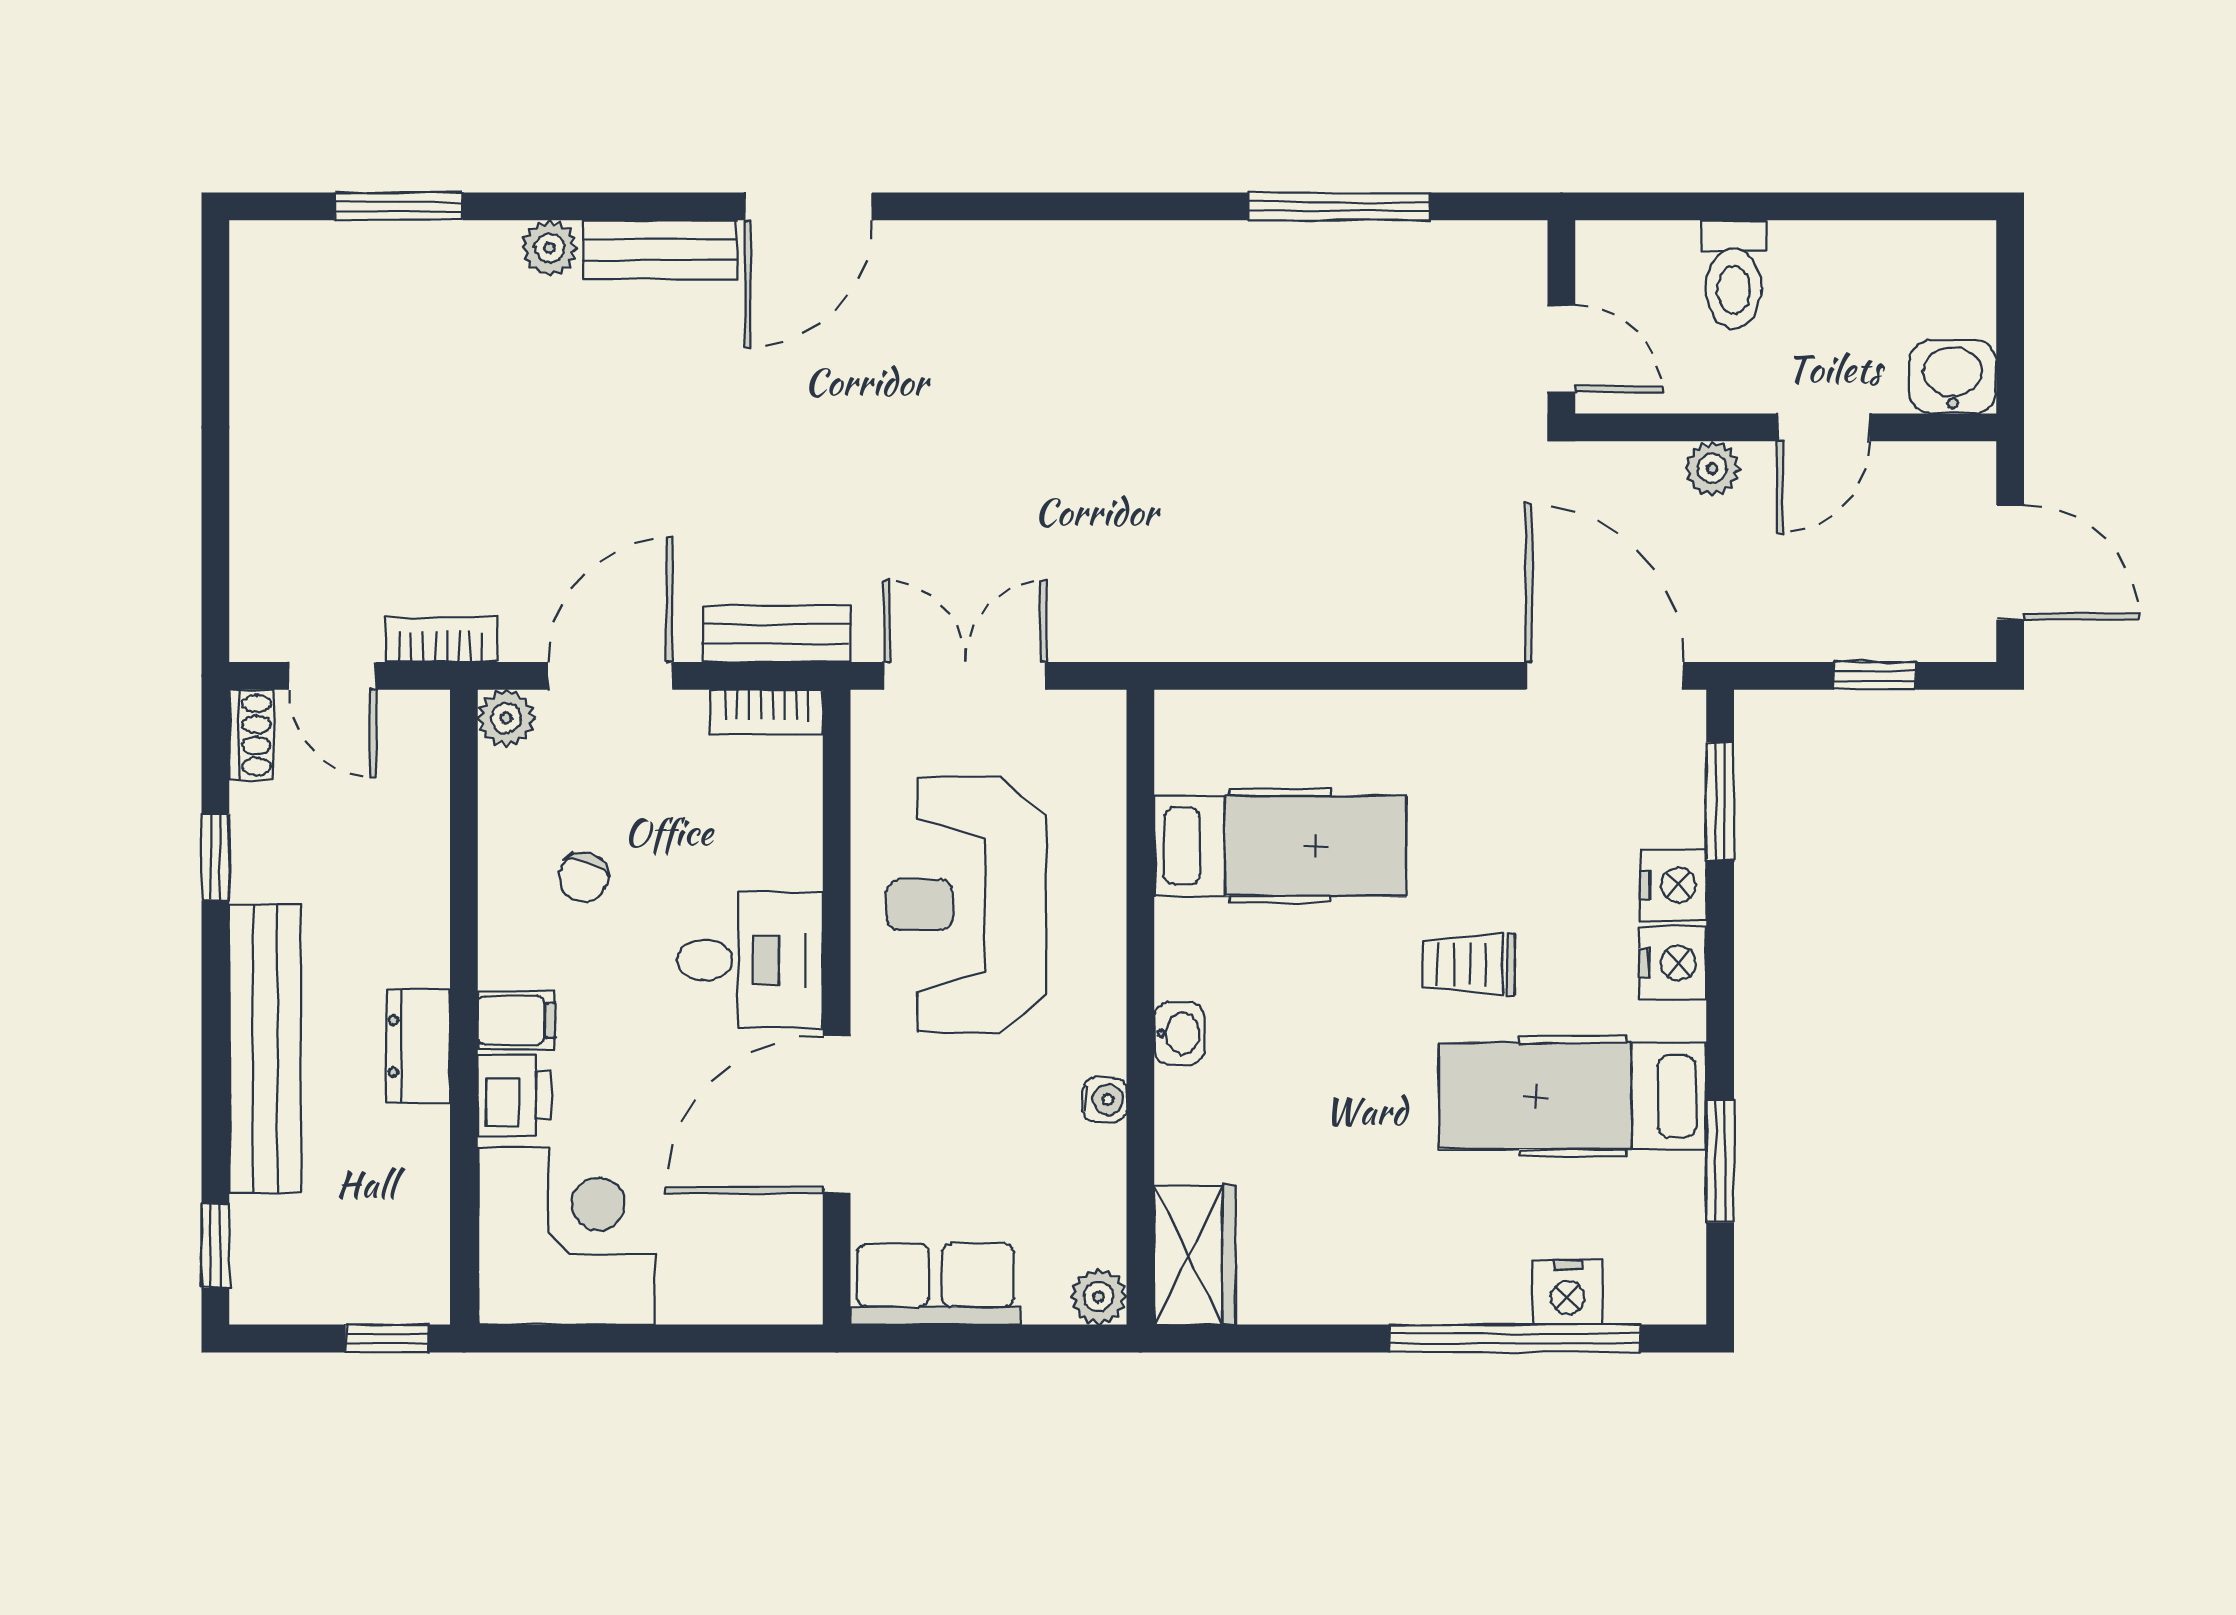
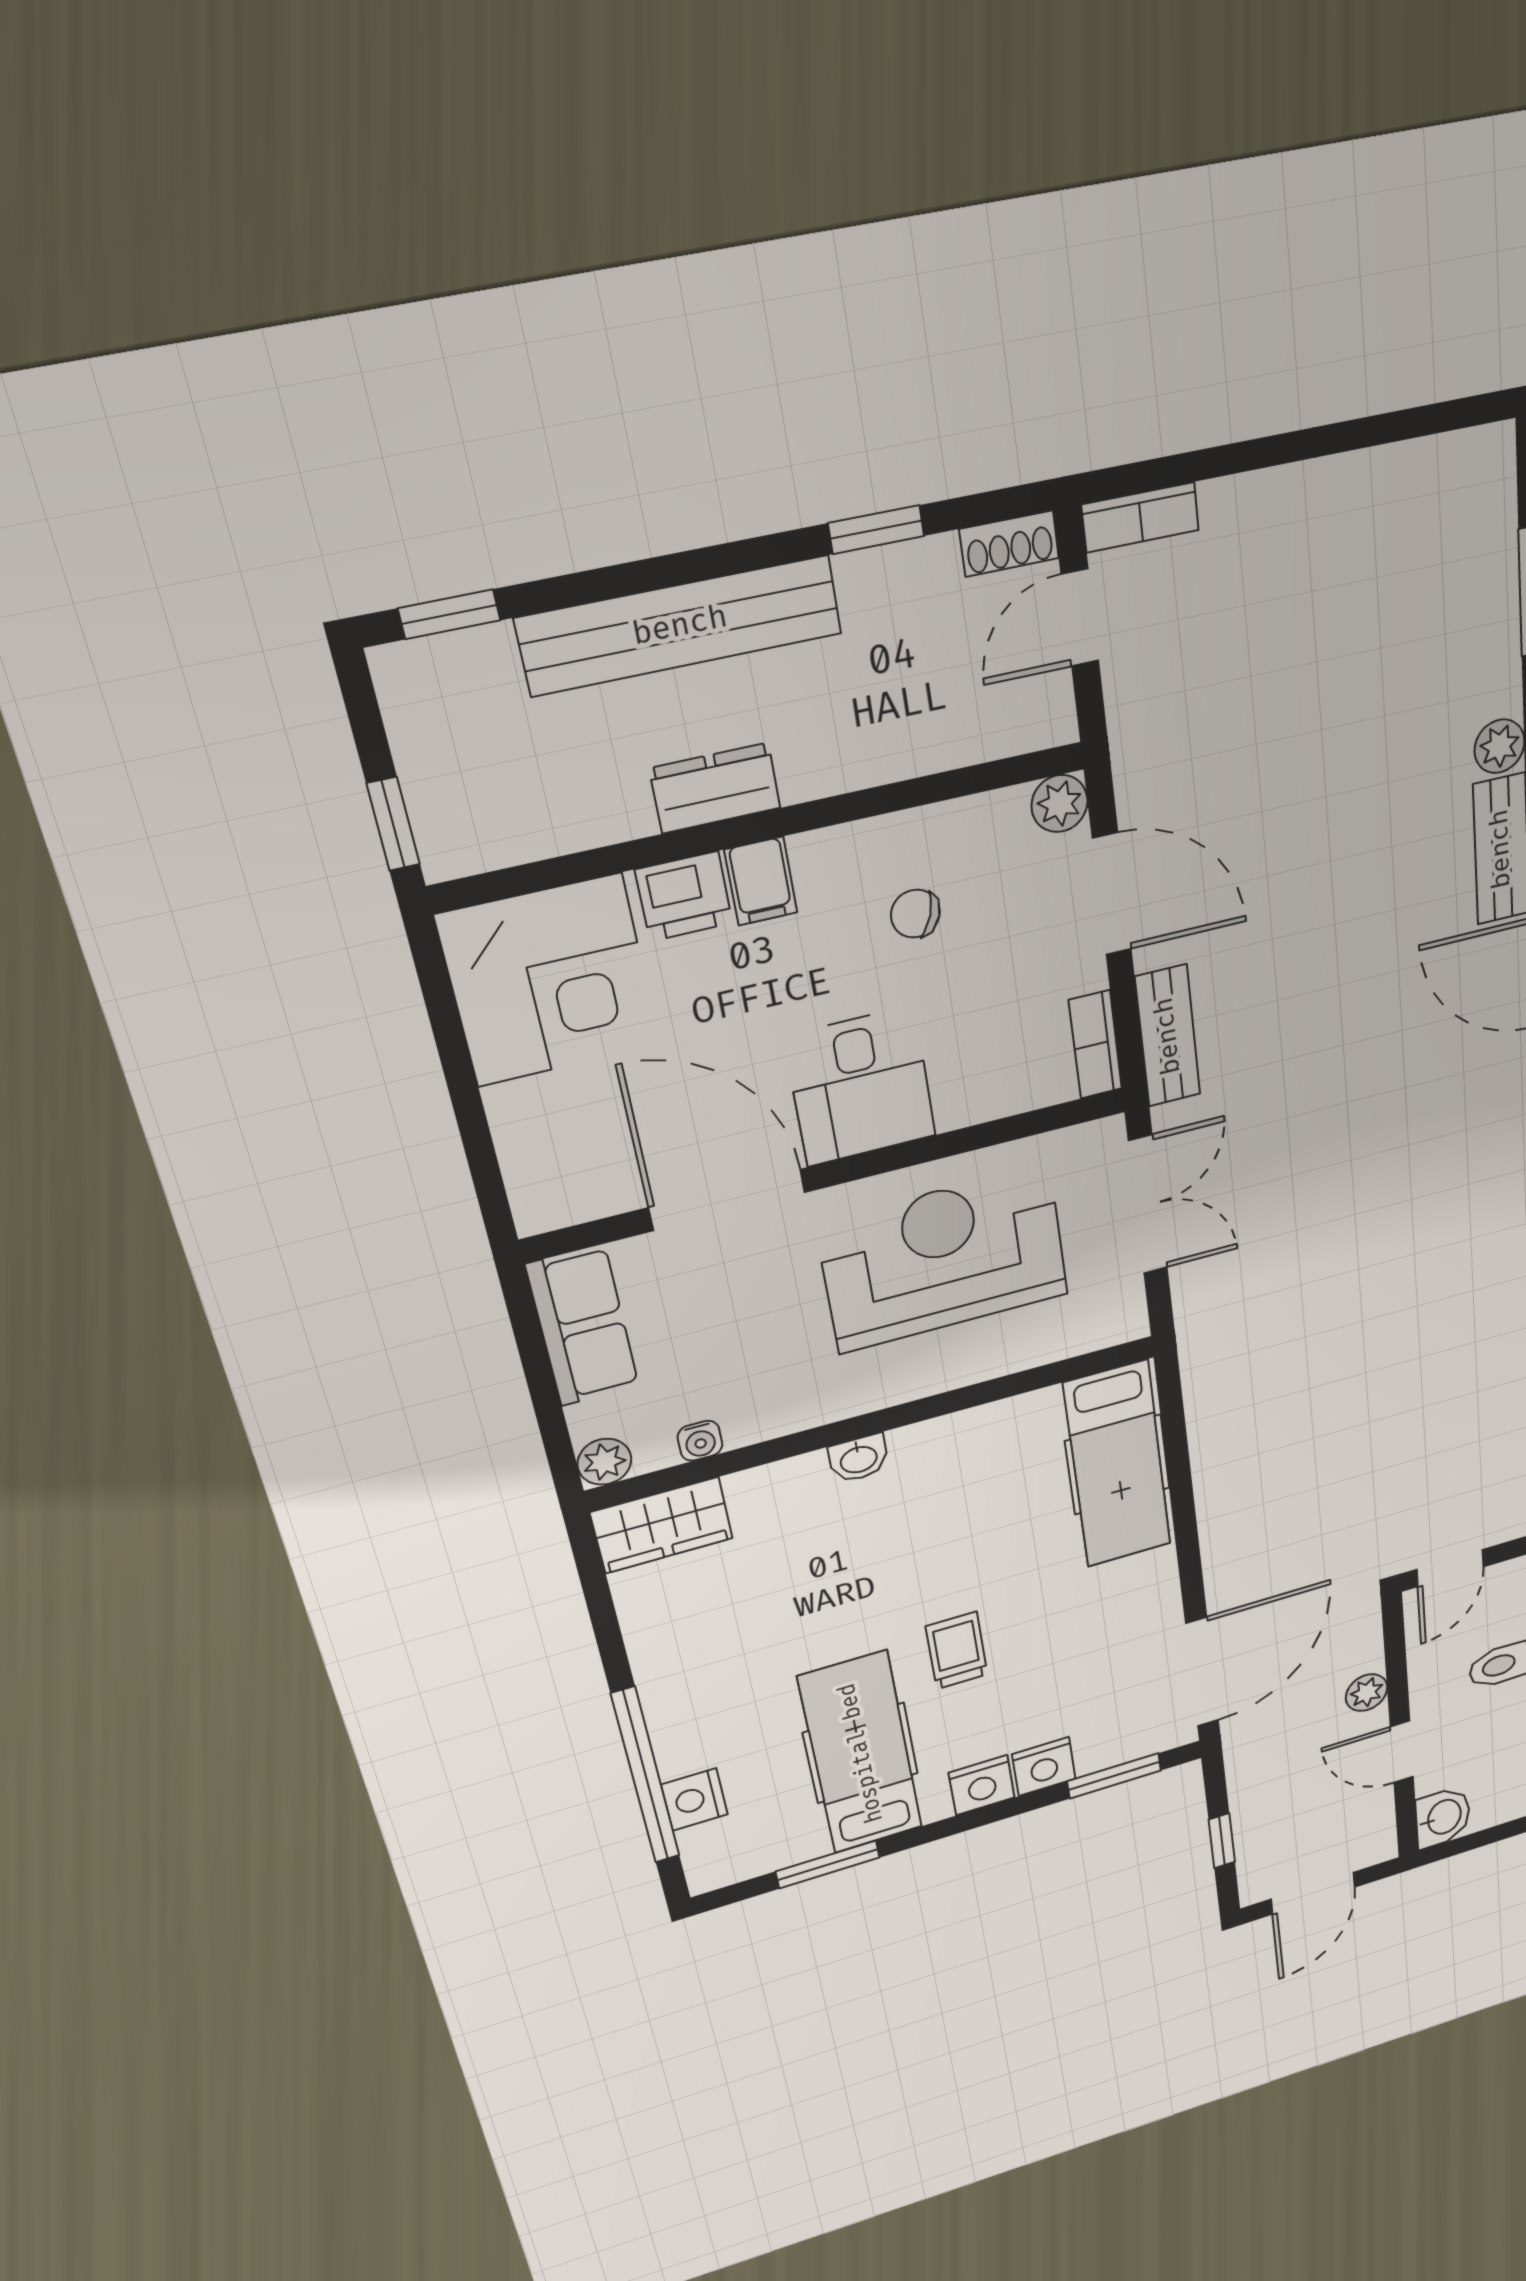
bookcase: (441, 640) -> (1140, 517), moved, turned 90
hospital bed: (1280, 846) -> (1118, 1465), moved
water cooler: (1104, 1100) -> (700, 1441), moved

